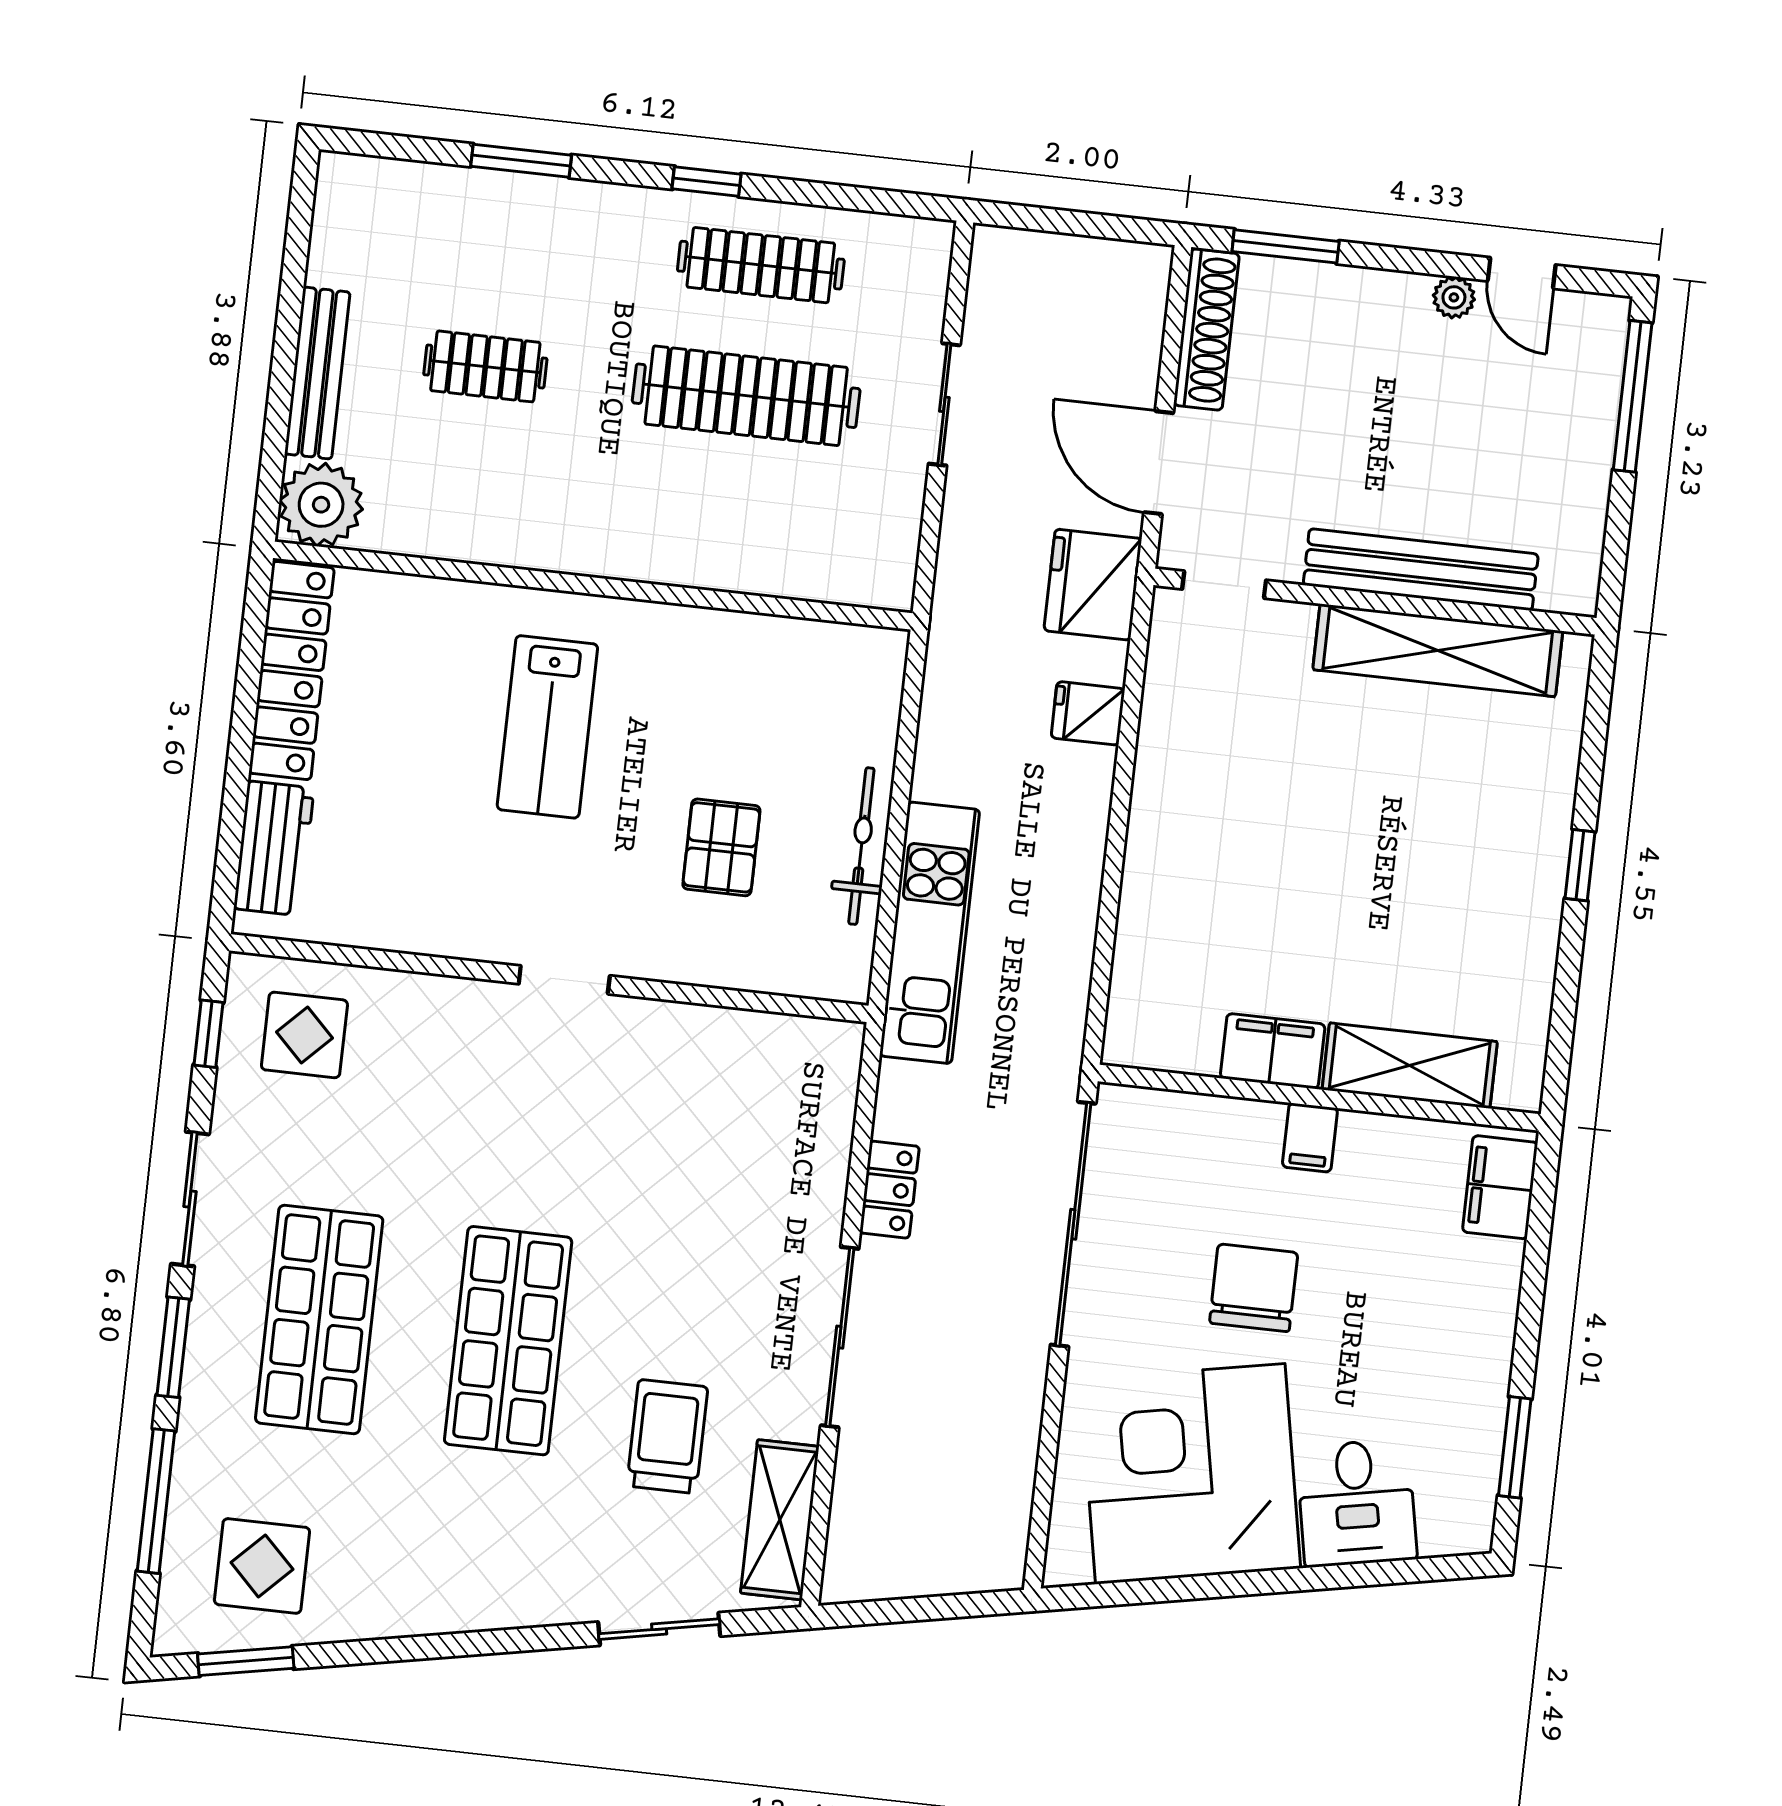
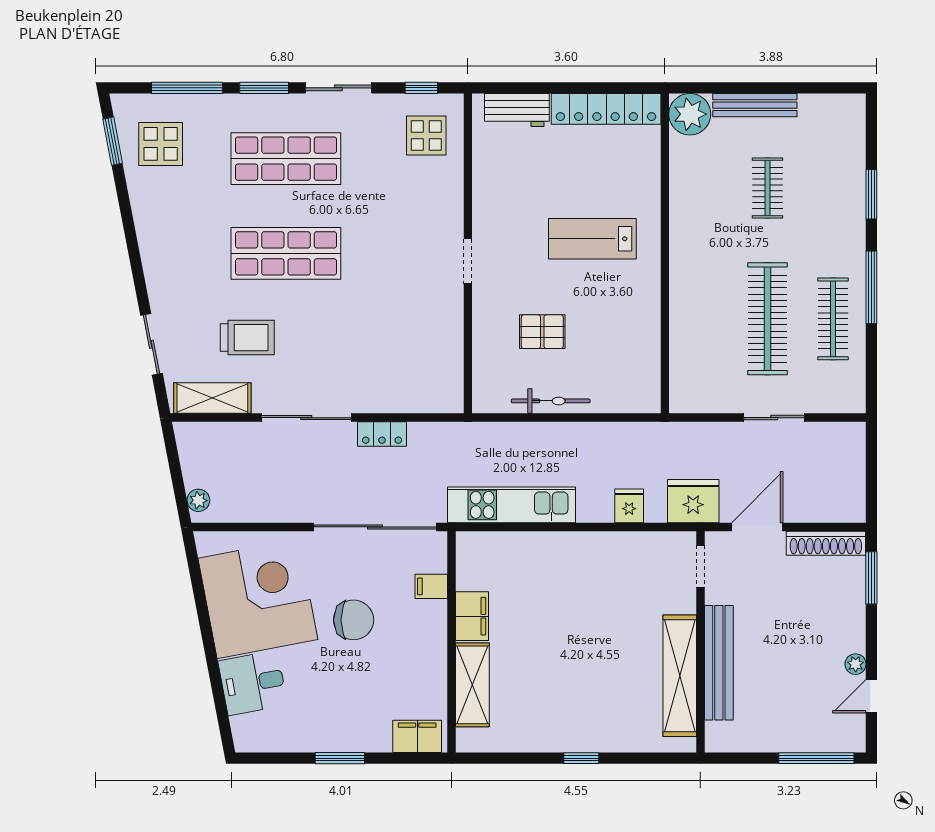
window: (707, 182) -> (871, 287), width x2.17
kitchen unit: (930, 933) -> (512, 505), moved, turned 180
filing cabinet: (1310, 1138) -> (431, 586), moved
window: (1515, 1447) -> (340, 758), moved
plant: (981, 1570) -> (198, 500), added

